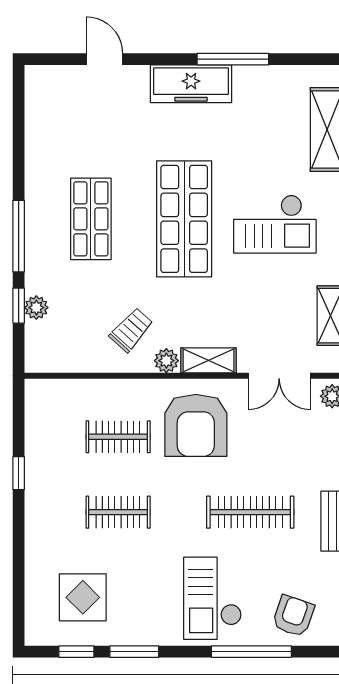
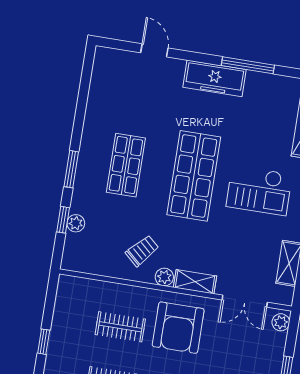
window: (19, 236) -> (71, 169), width x0.69

